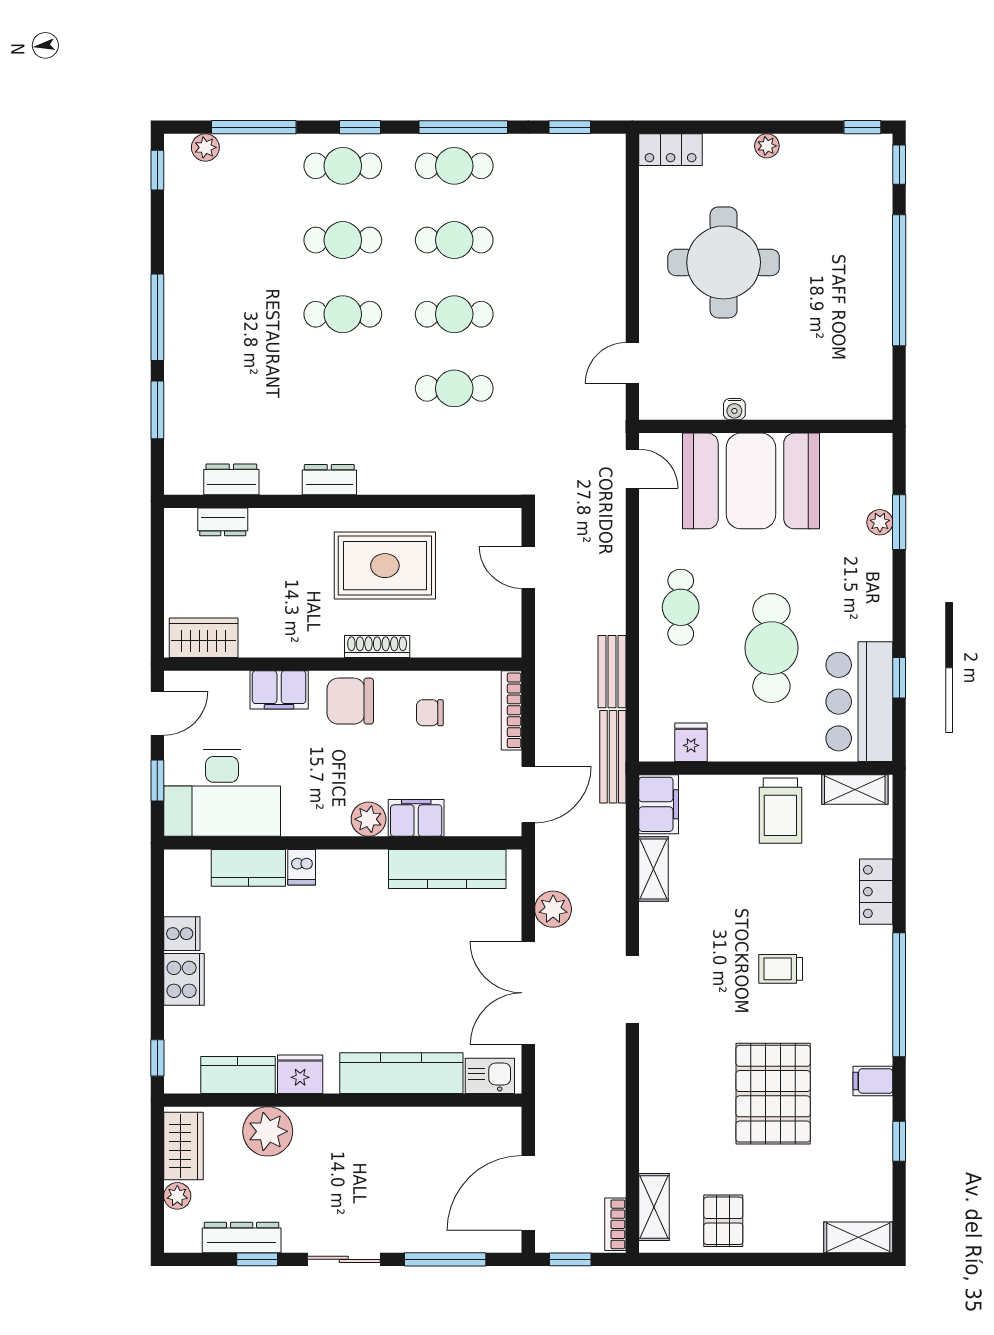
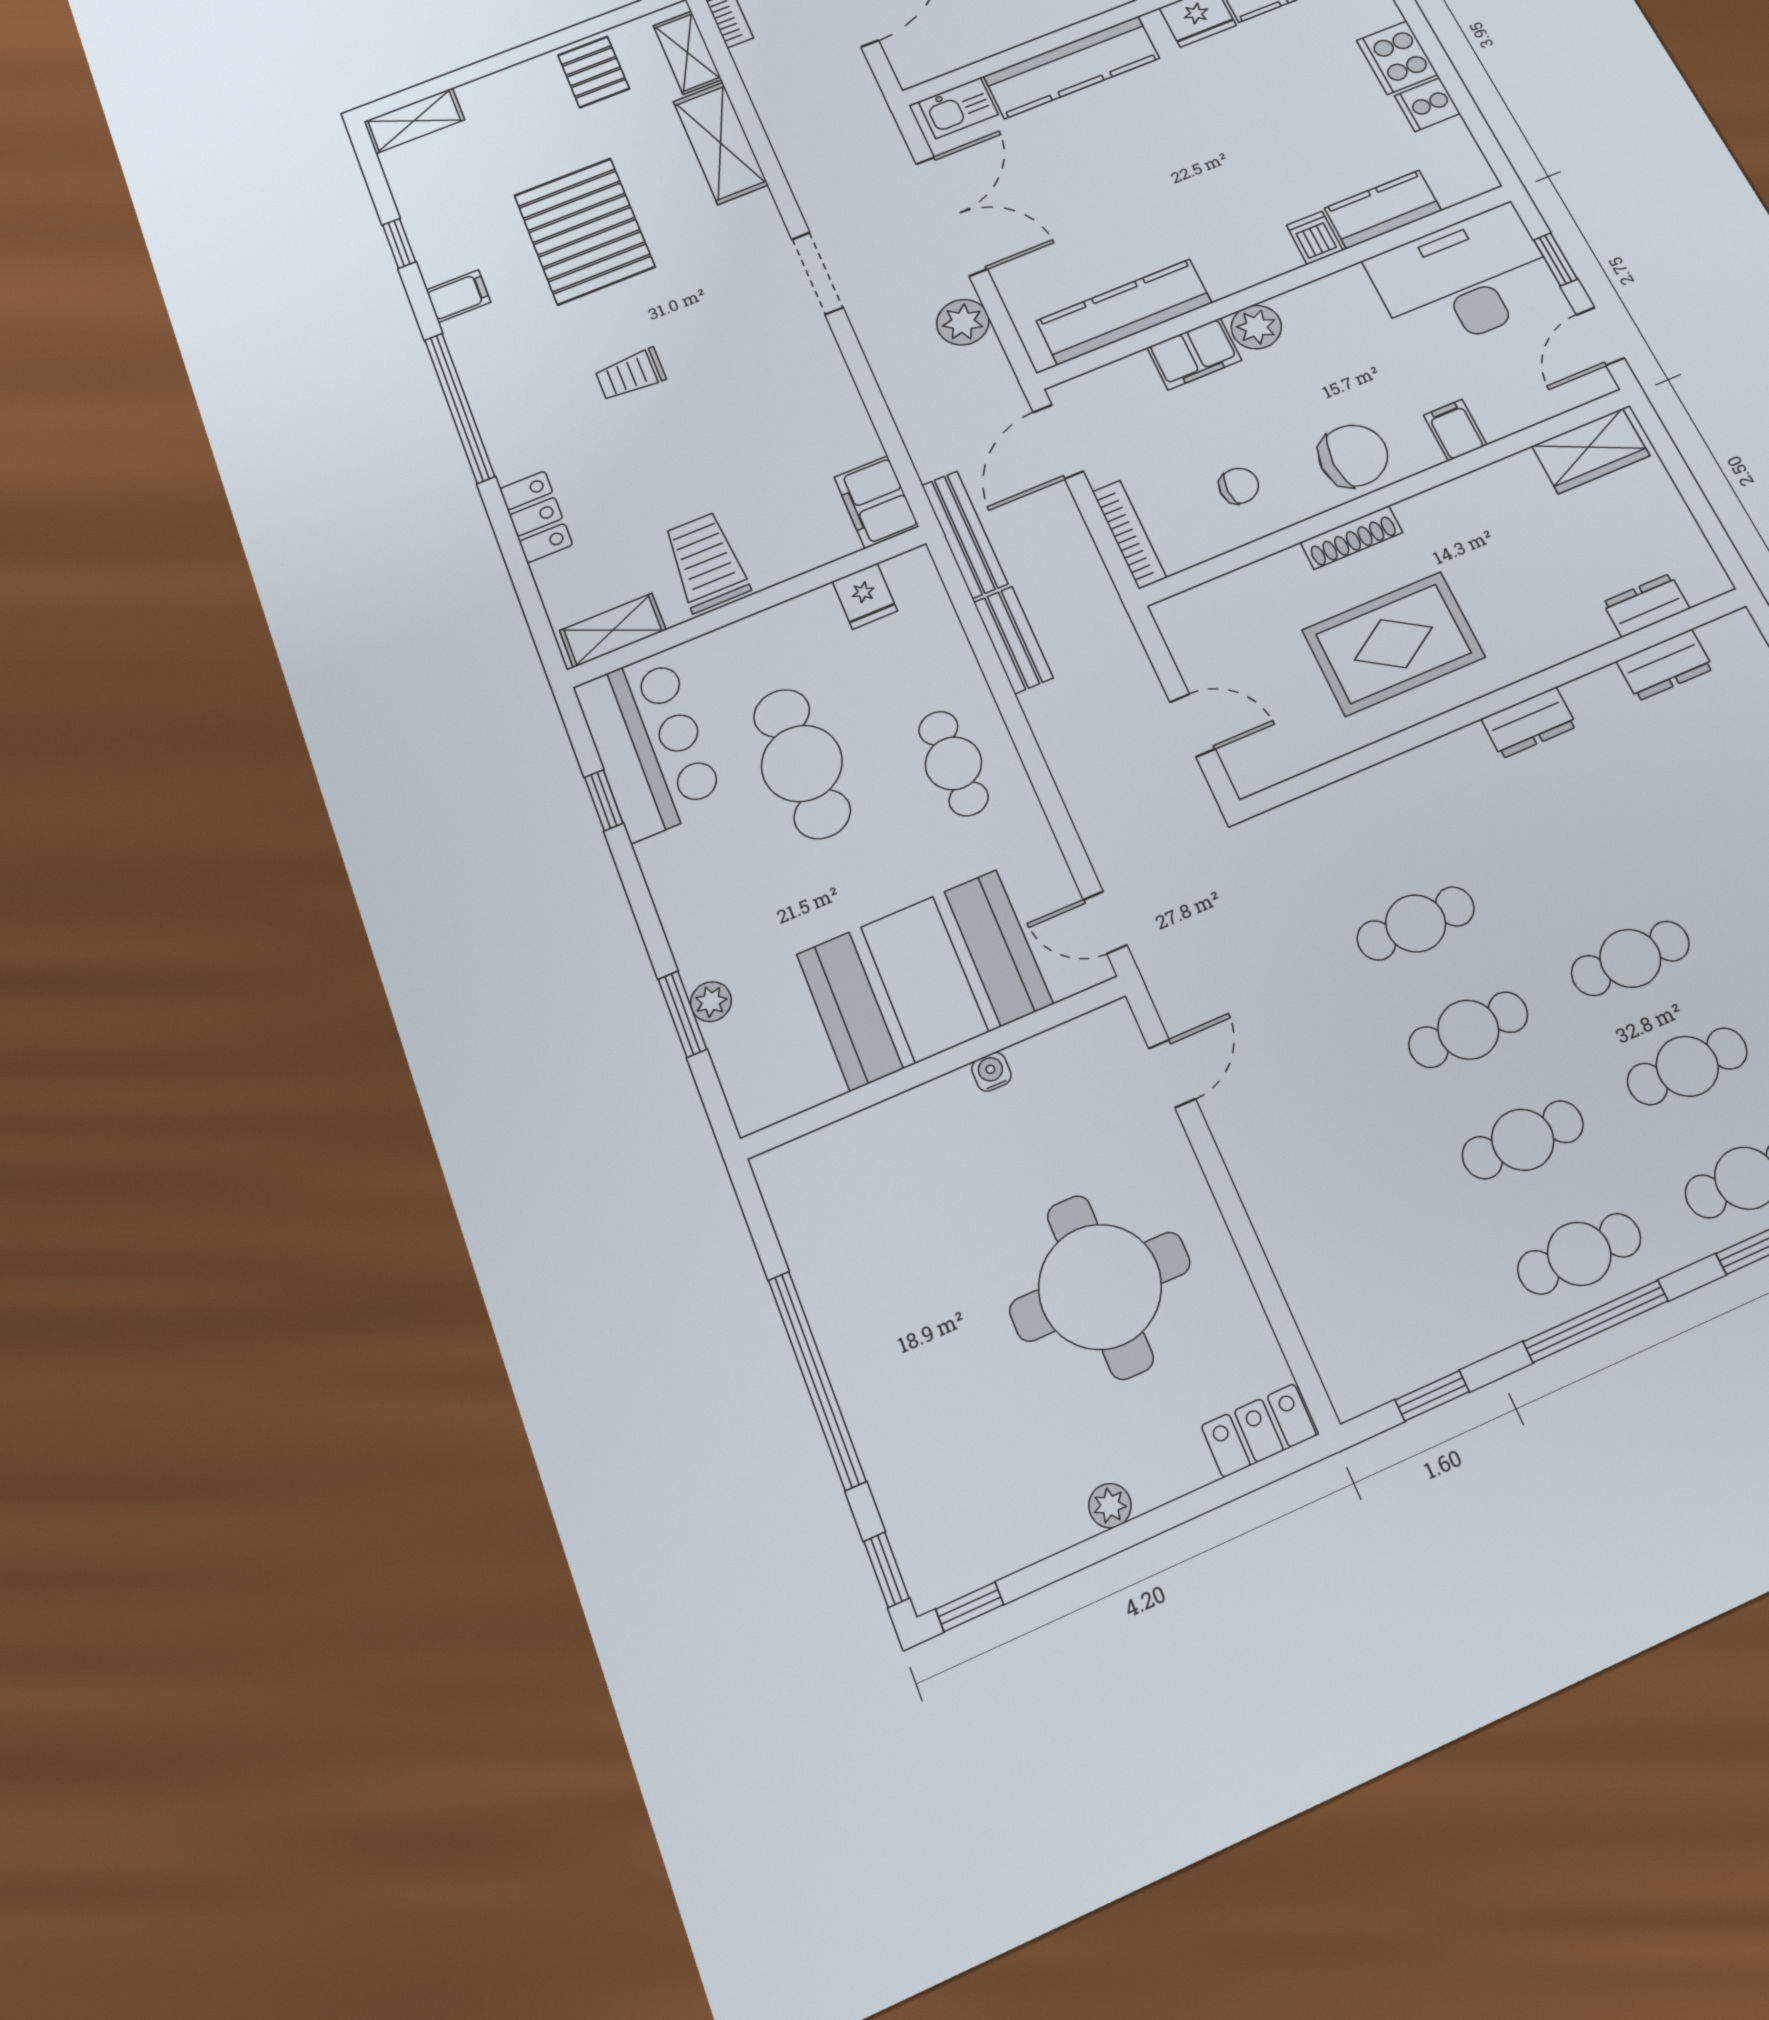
filing cabinet: (279, 690) -> (1455, 430), width x0.50
shelving: (653, 869) -> (720, 143), moved, width x1.50, depth x1.33
trolley: (781, 969) -> (631, 374), turned 180

